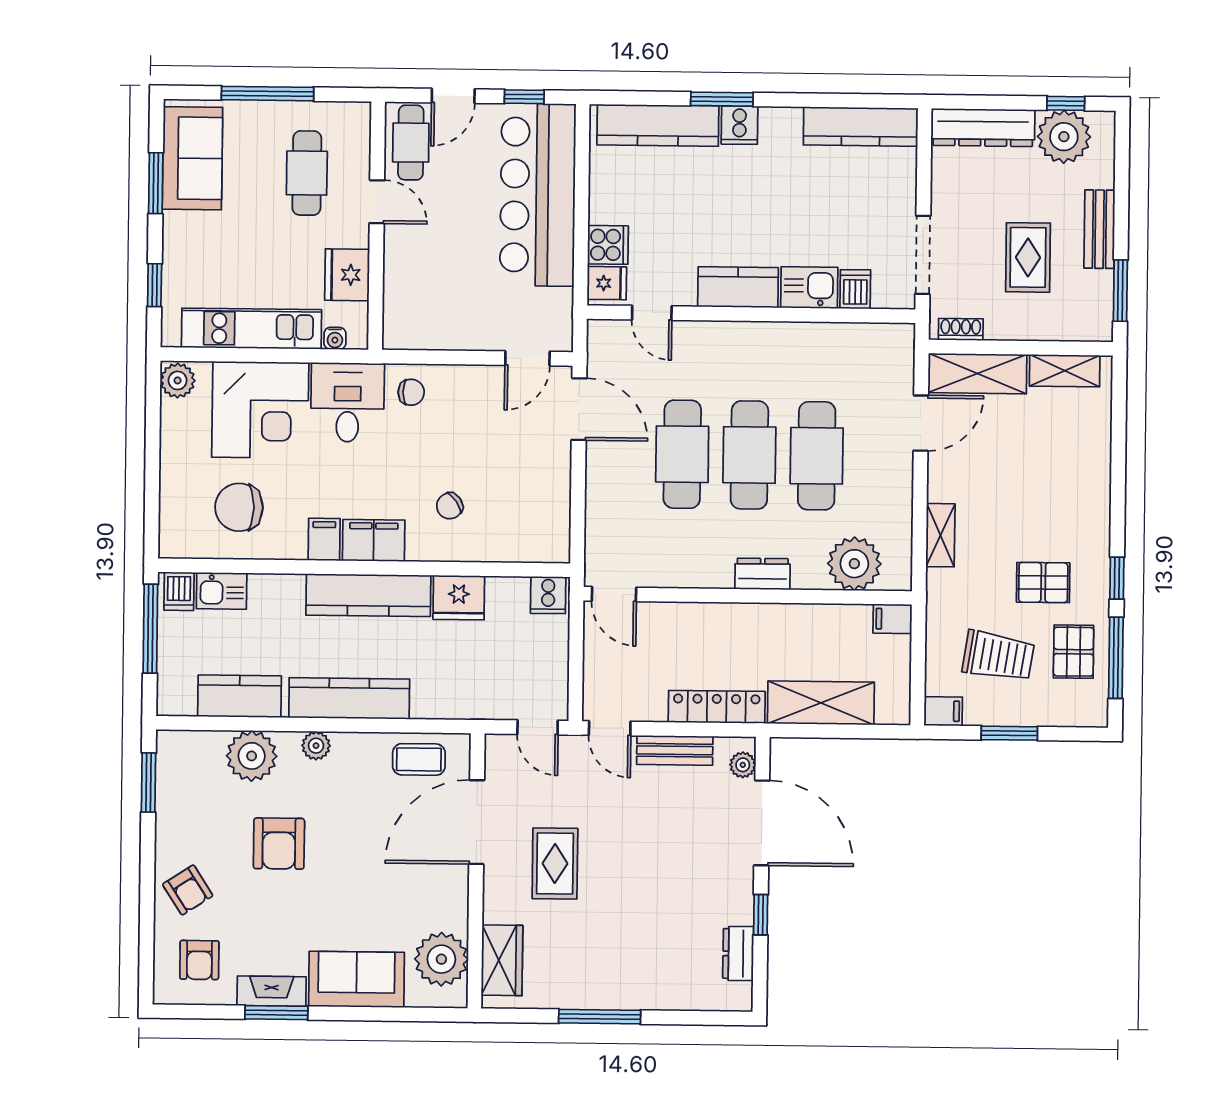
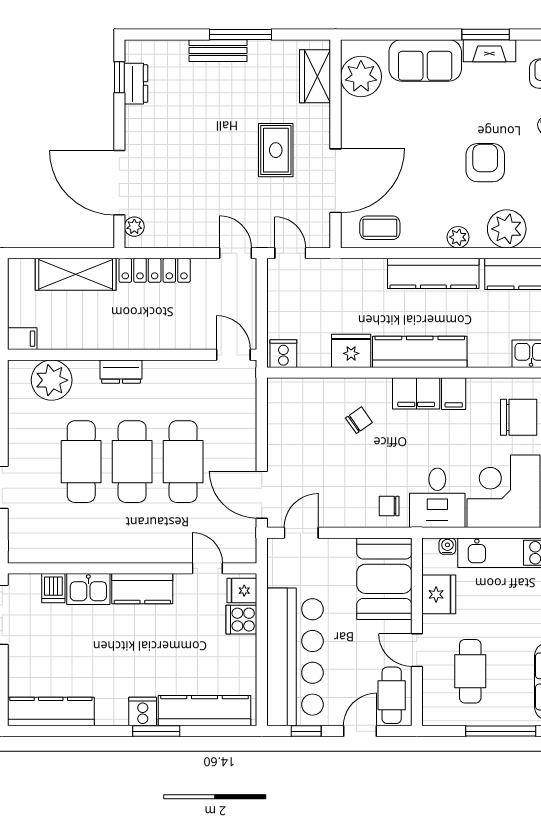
booth: (419, 296) -> (384, 579), added
bench: (675, 750) -> (218, 51), moved
window: (761, 915) -> (119, 77), moved

